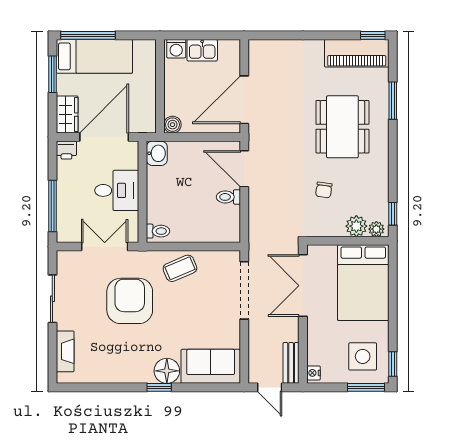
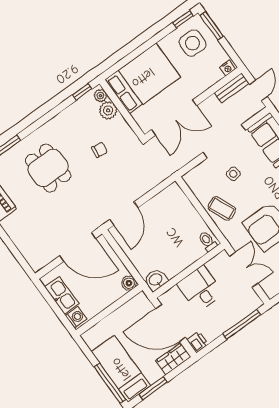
kitchen sink: (202, 50) -> (62, 295), width x1.38
dining table: (342, 127) -> (48, 168), width x0.73
toilet: (228, 197) -> (151, 211), removed
double door: (105, 247) -> (244, 270), swing flipped
doorway: (244, 290) -> (224, 141), moved
side table: (206, 304) -> (233, 174), added

